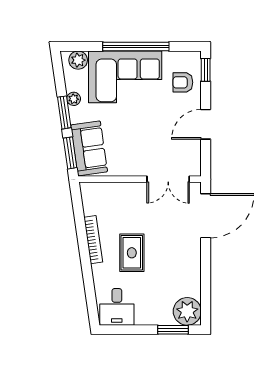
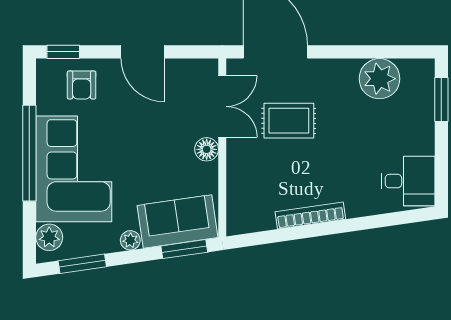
plant: (74, 99) -> (130, 240), moved
window: (64, 112) -> (82, 264), moved
floor lamp: (139, 168) -> (207, 149), added
rug: (132, 253) -> (289, 121), moved
plant: (187, 311) -> (379, 79), moved

